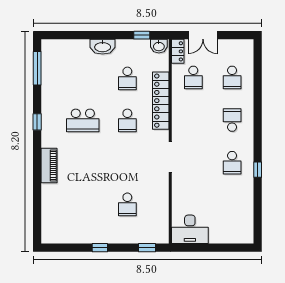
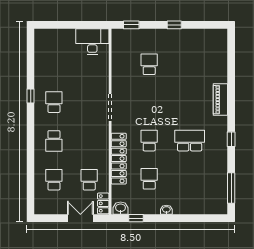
washbasin: (103, 47) -> (166, 210), width x0.52, depth x0.69

